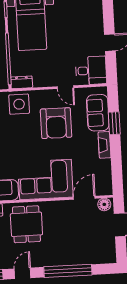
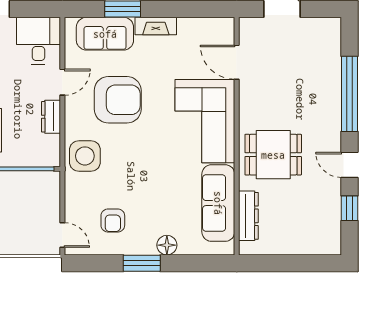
dresser: (22, 82) -> (51, 117), moved
floor lamp: (104, 204) -> (249, 31), removed

